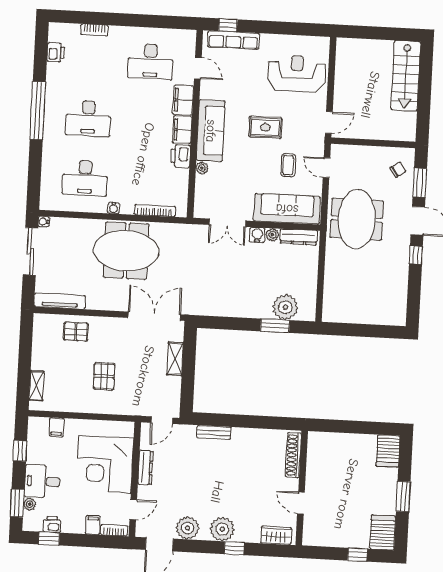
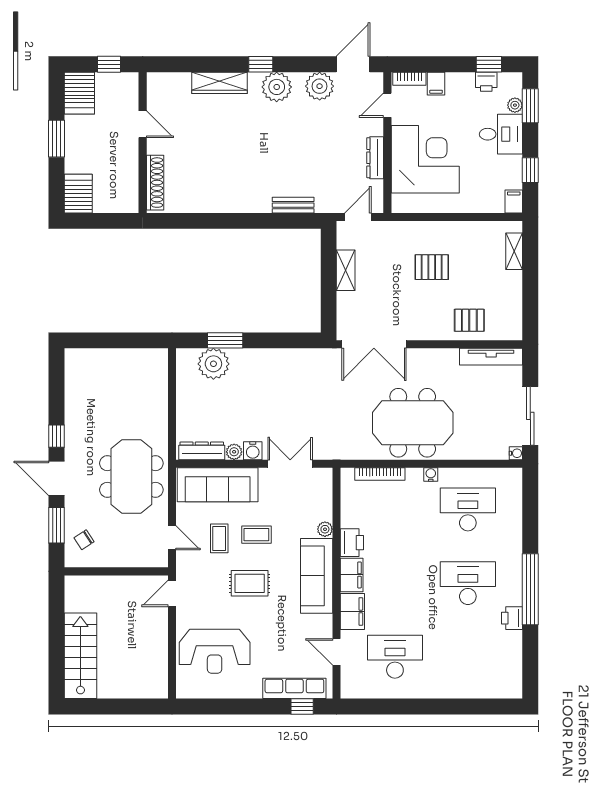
bookcase: (94, 30) -> (466, 692), removed
printer: (56, 52) -> (512, 618), moved
coffee table: (258, 167) -> (256, 535), added
shelving: (175, 359) -> (346, 270), moved
pallet: (104, 376) -> (432, 267), turned 90
filing cabinet: (57, 427) -> (514, 202), moved
shoe rack: (293, 455) -> (155, 183), moved
wall: (302, 488) -> (143, 143), moved
door: (301, 503) -> (143, 124), moved
wardrobe: (276, 535) -> (219, 83), width x1.50

